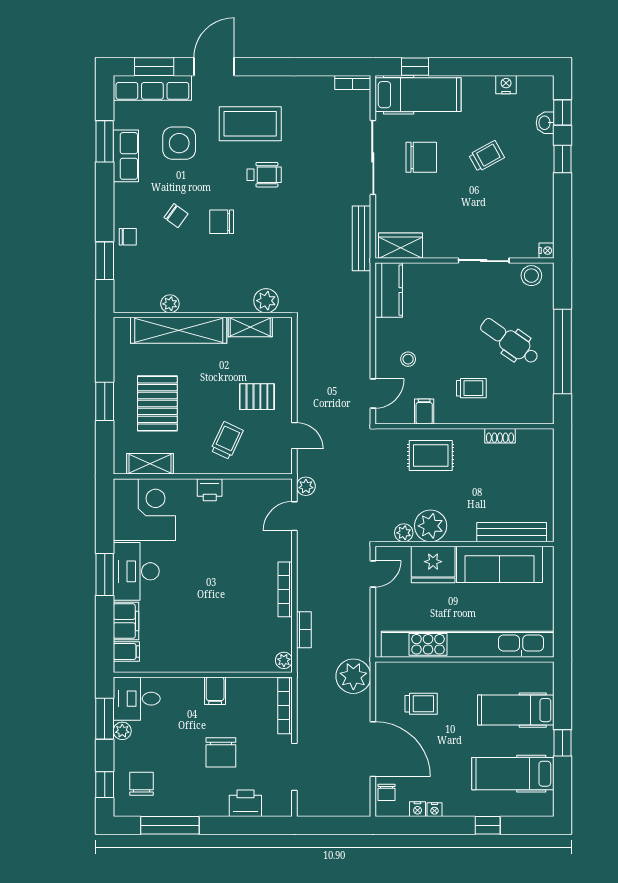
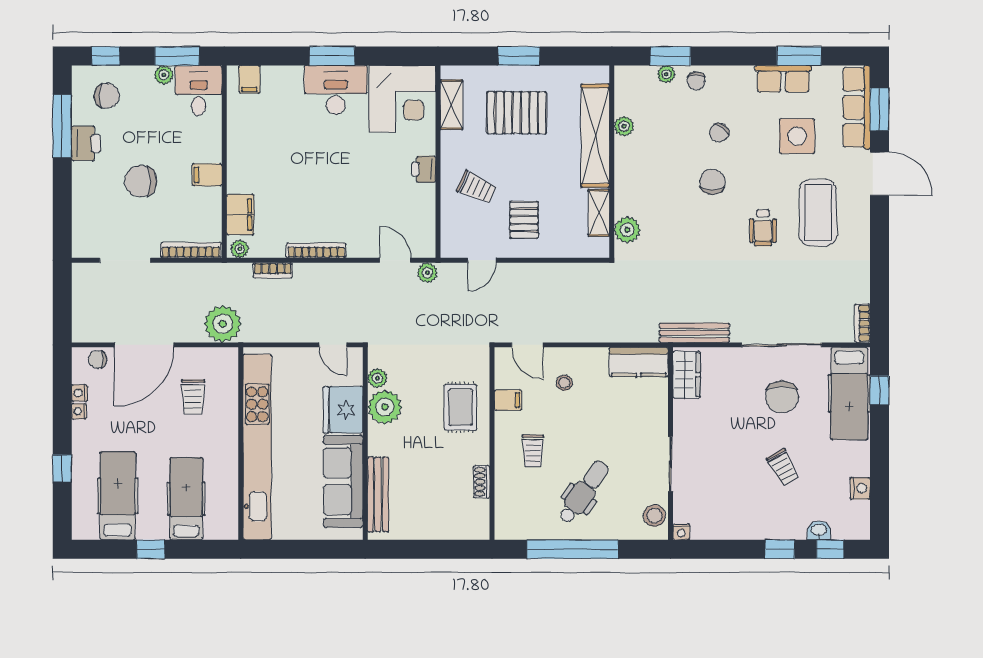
plant: (122, 265) -> (666, 74), added
filing cabinet: (126, 621) -> (240, 214), moved, turned -90
printer: (245, 803) -> (86, 143), moved

